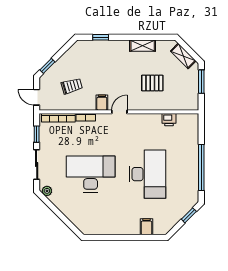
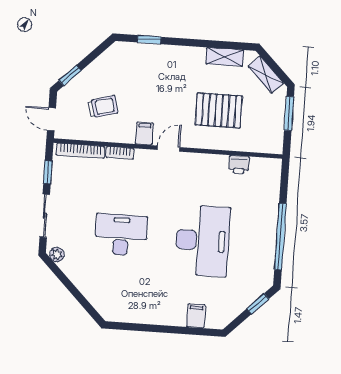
shelving: (143, 46) -> (225, 57), moved
pallet: (152, 83) -> (219, 110), width x1.50, depth x1.42
desk: (91, 174) -> (121, 235), width x0.73, depth x0.77

